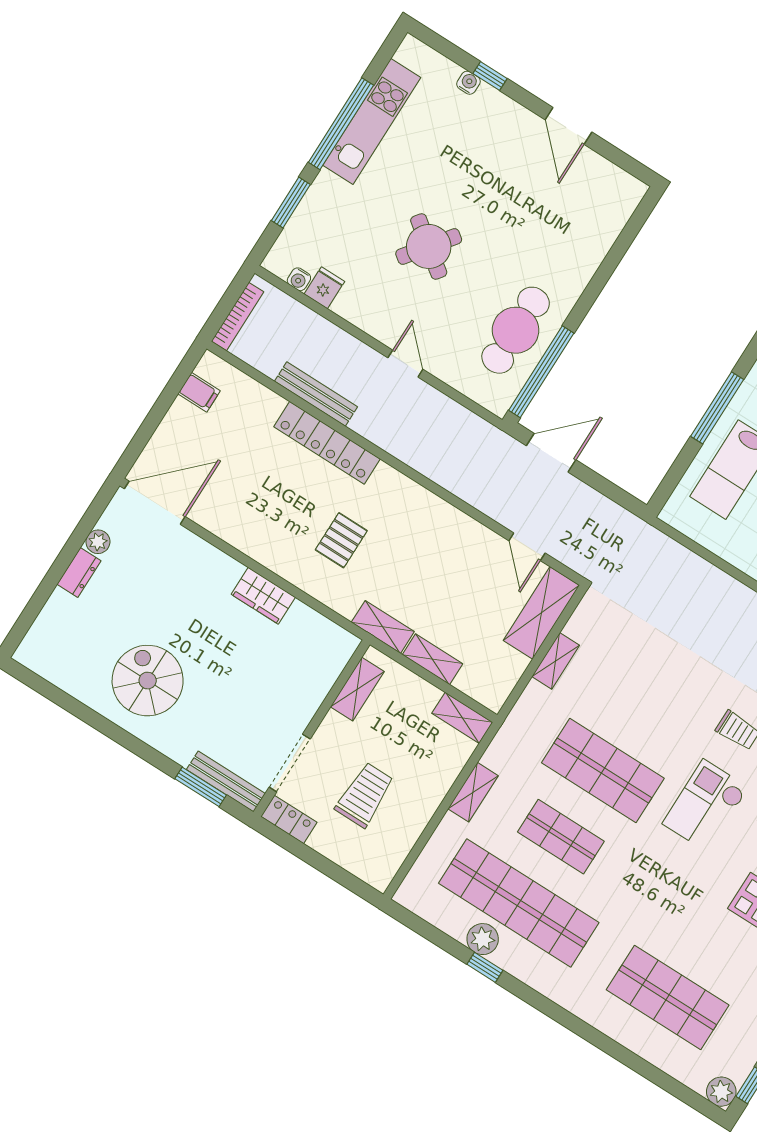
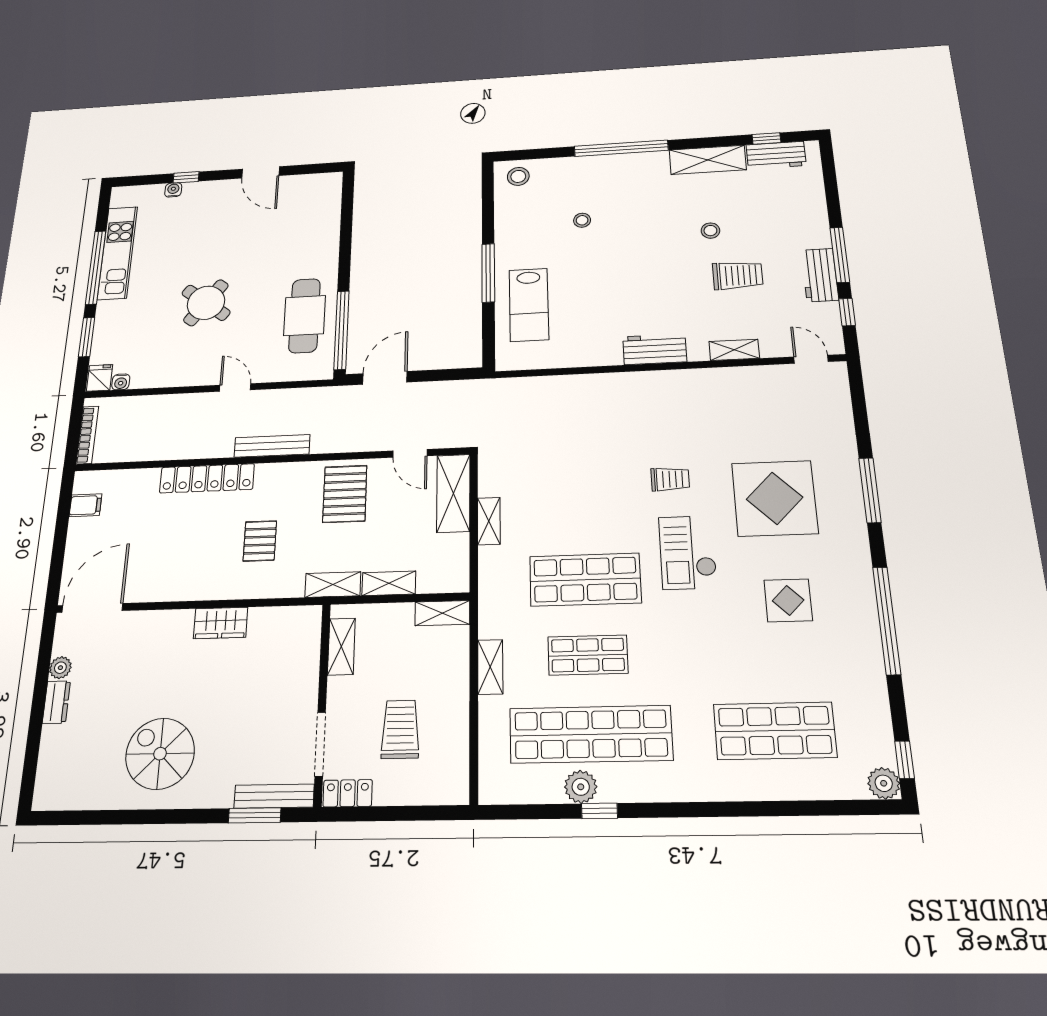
fridge: (324, 288) -> (99, 378), moved
bench: (316, 394) -> (272, 446), moved
pallet: (444, 546) -> (345, 494), added

